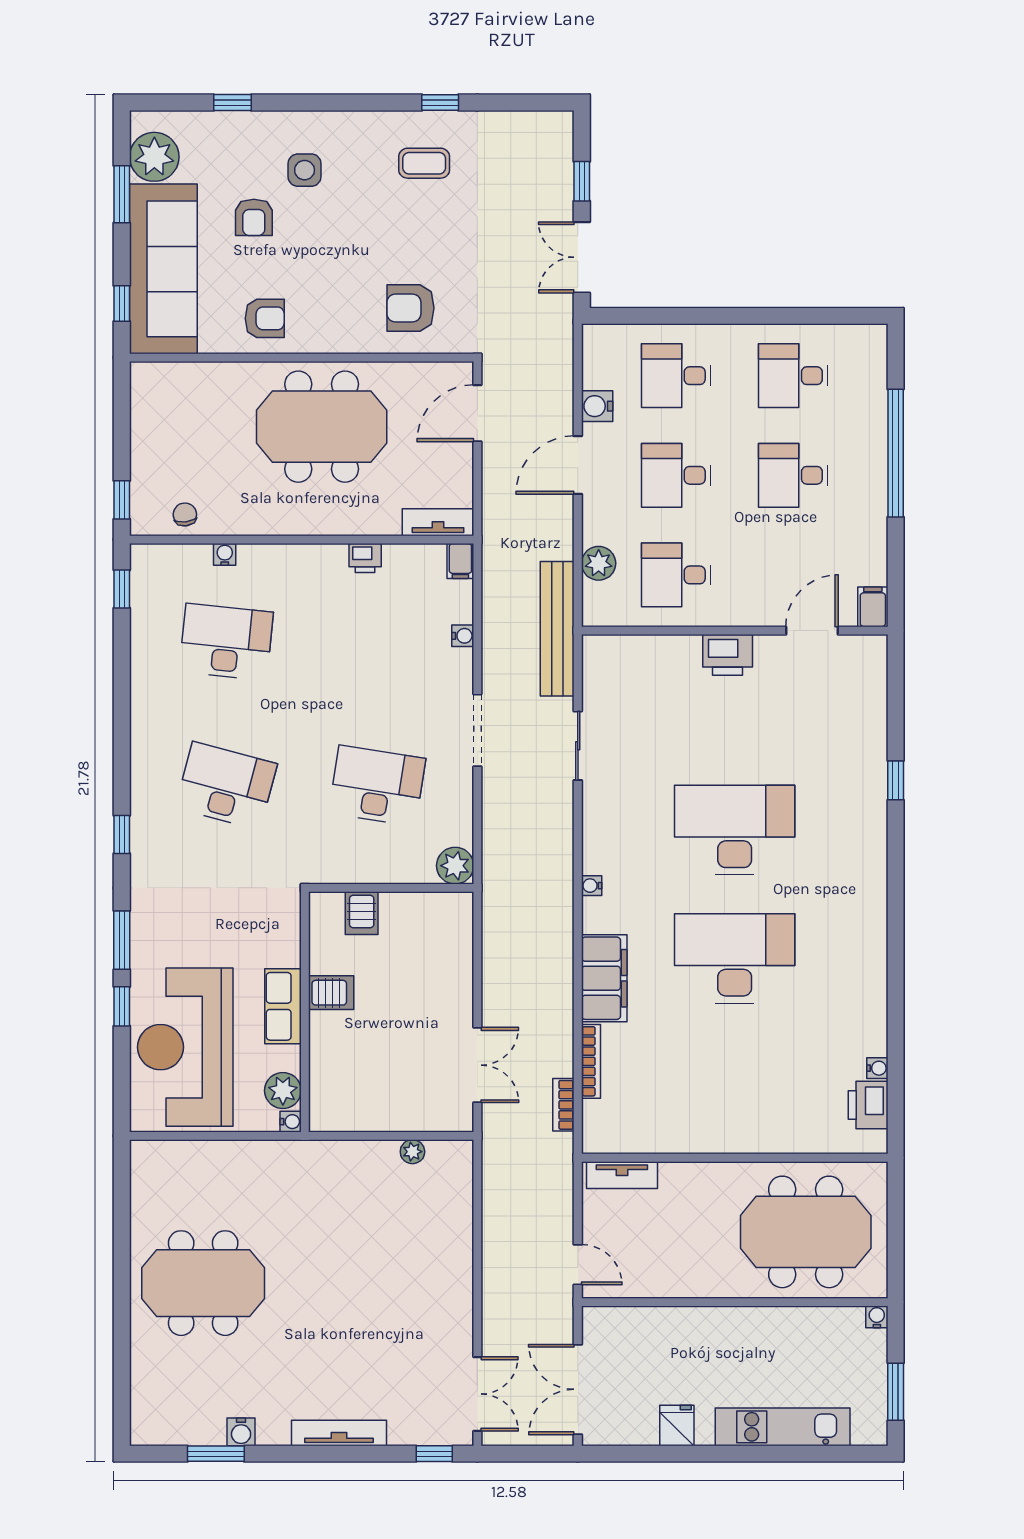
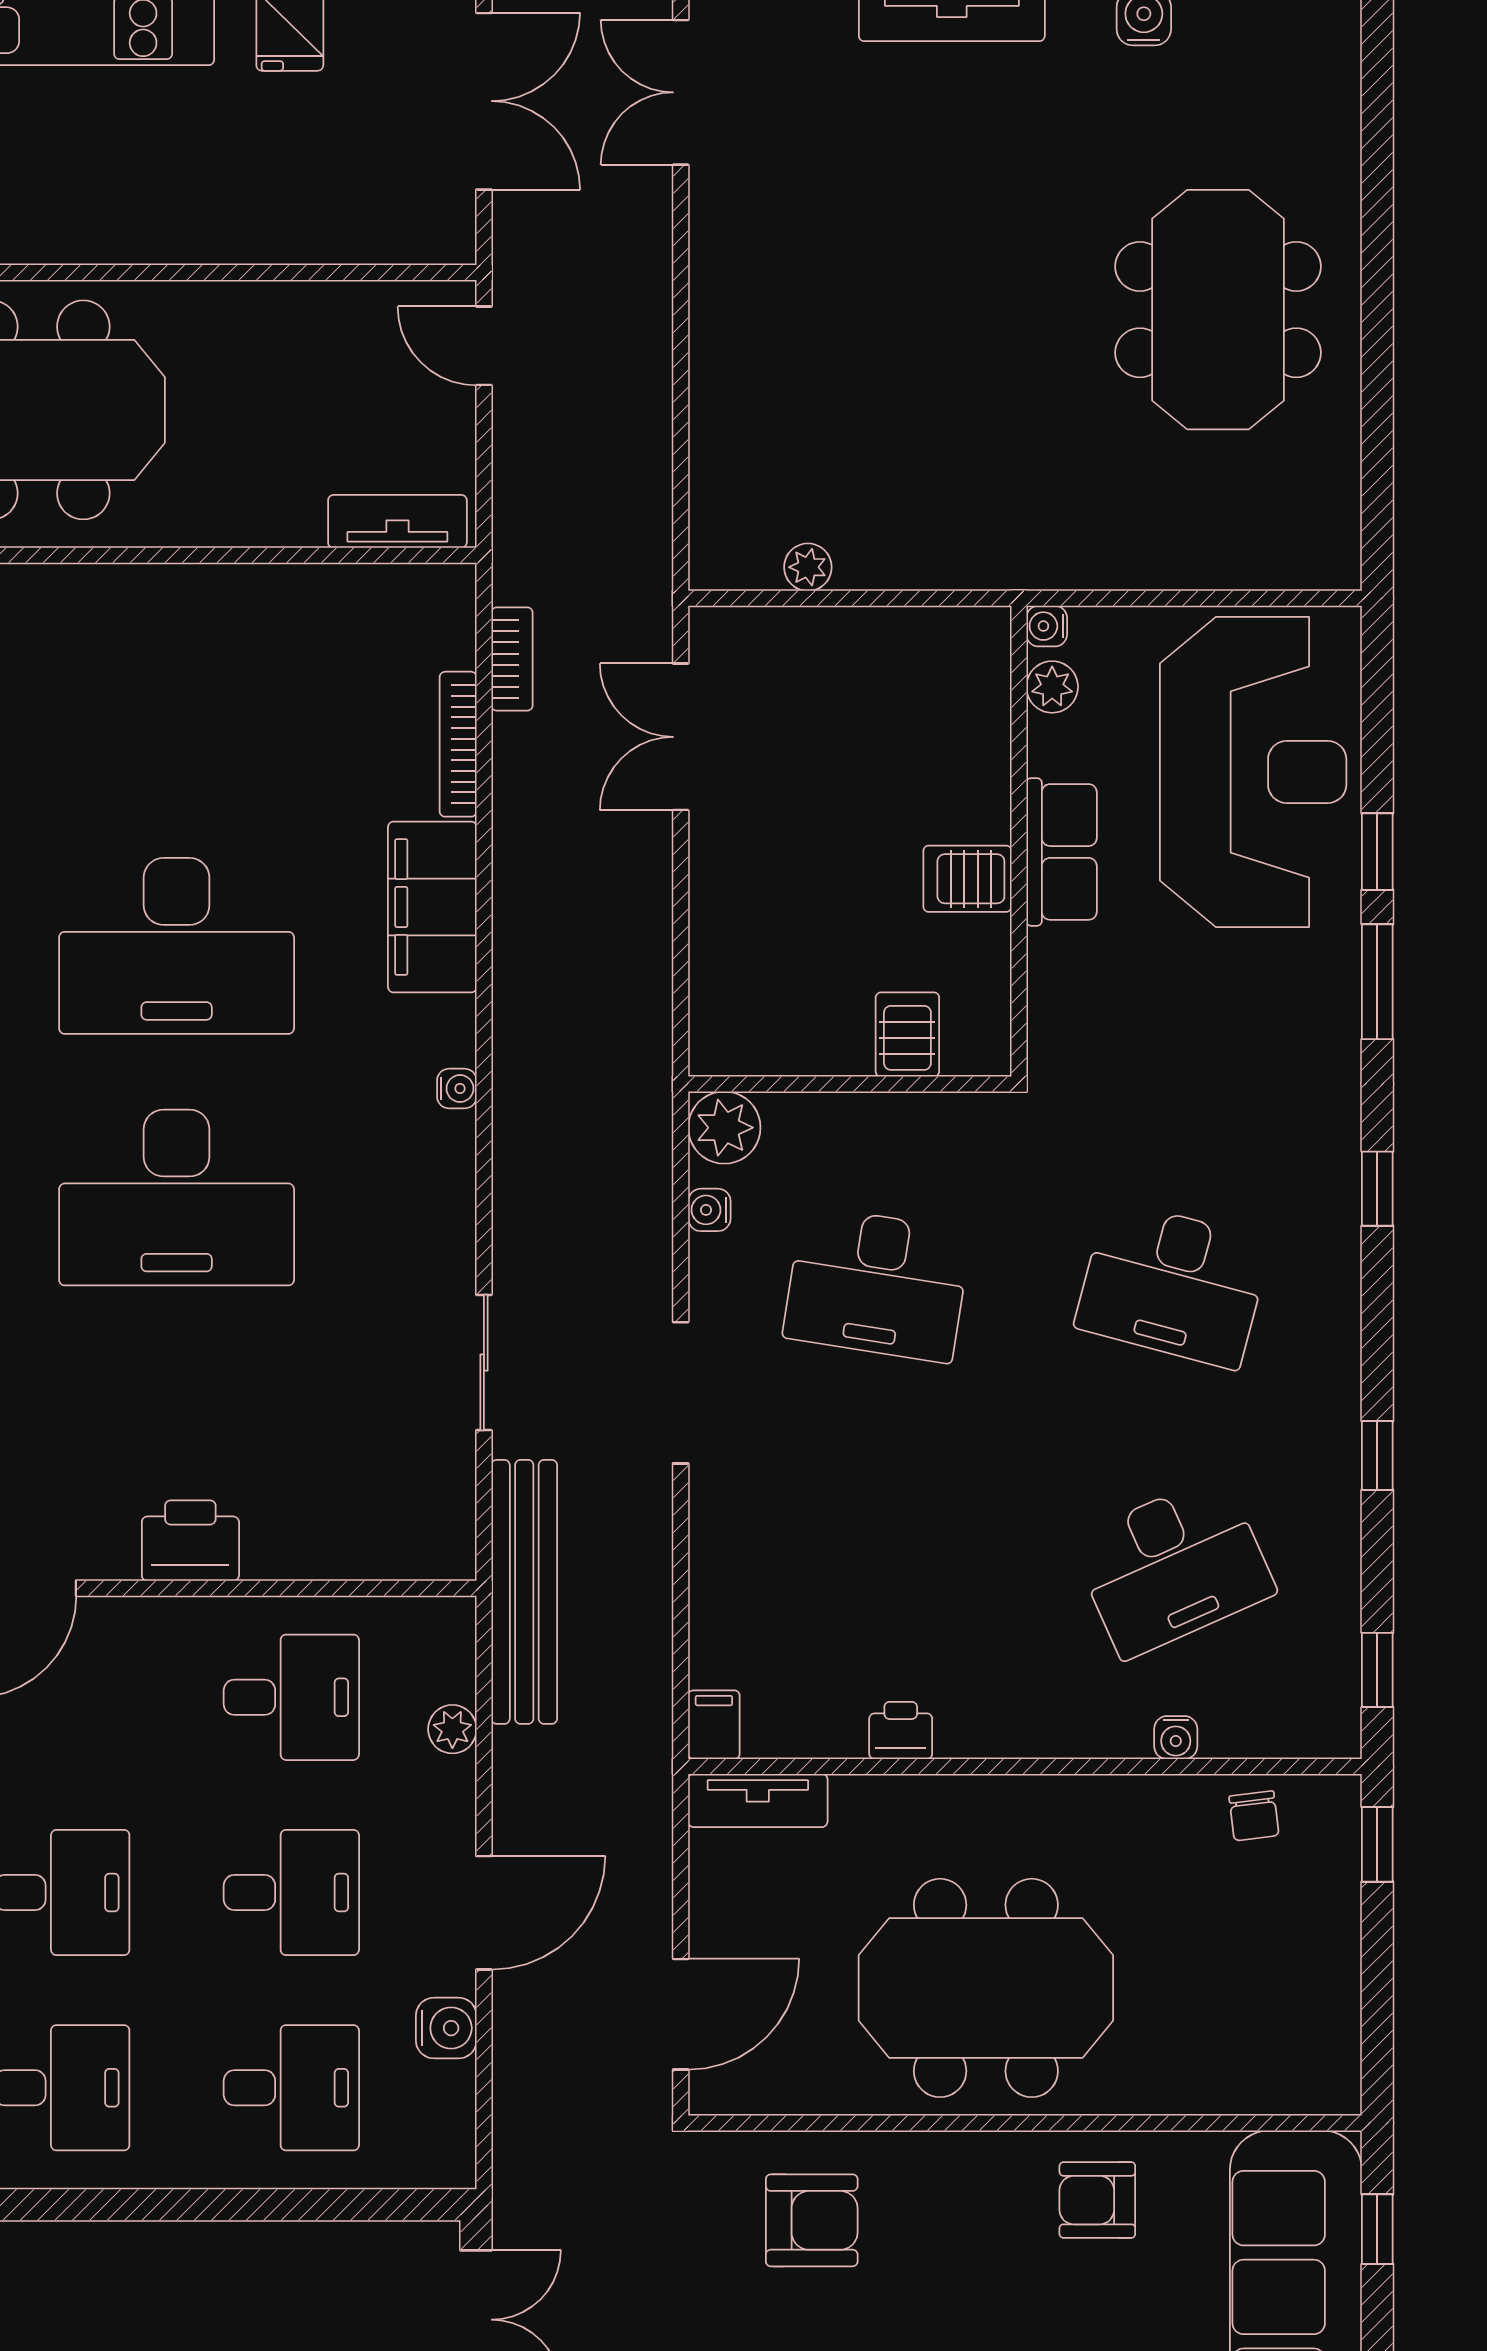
plant: (599, 563) -> (452, 1729), width x0.73, depth x0.73
water cooler: (463, 636) -> (709, 1210), moved
desk: (226, 642) -> (1173, 1566), turned -30
window: (122, 698) -> (1377, 1456), added
plant: (283, 1091) -> (1052, 687), width x0.73, depth x0.73
meeting table: (203, 1283) -> (1218, 310), turned 90

